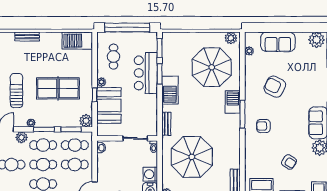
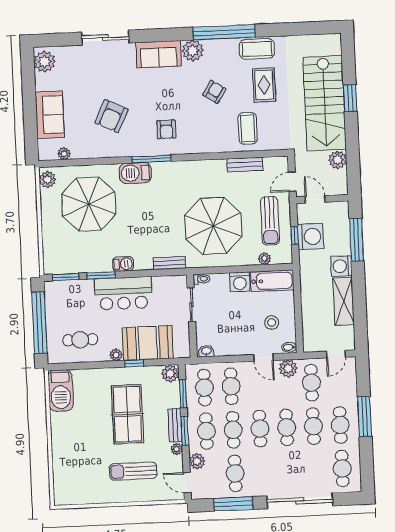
bench: (27, 37) -> (175, 425), moved
bar counter: (146, 73) -> (123, 293), moved
barbecue: (170, 90) -> (123, 264), width x0.53, depth x0.65

